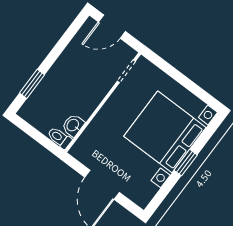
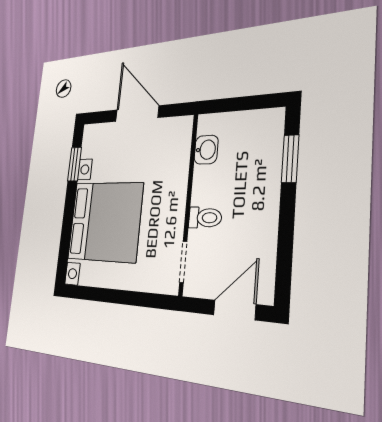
toilet: (59, 138) -> (205, 218), moved
window: (186, 163) -> (75, 164), moved

